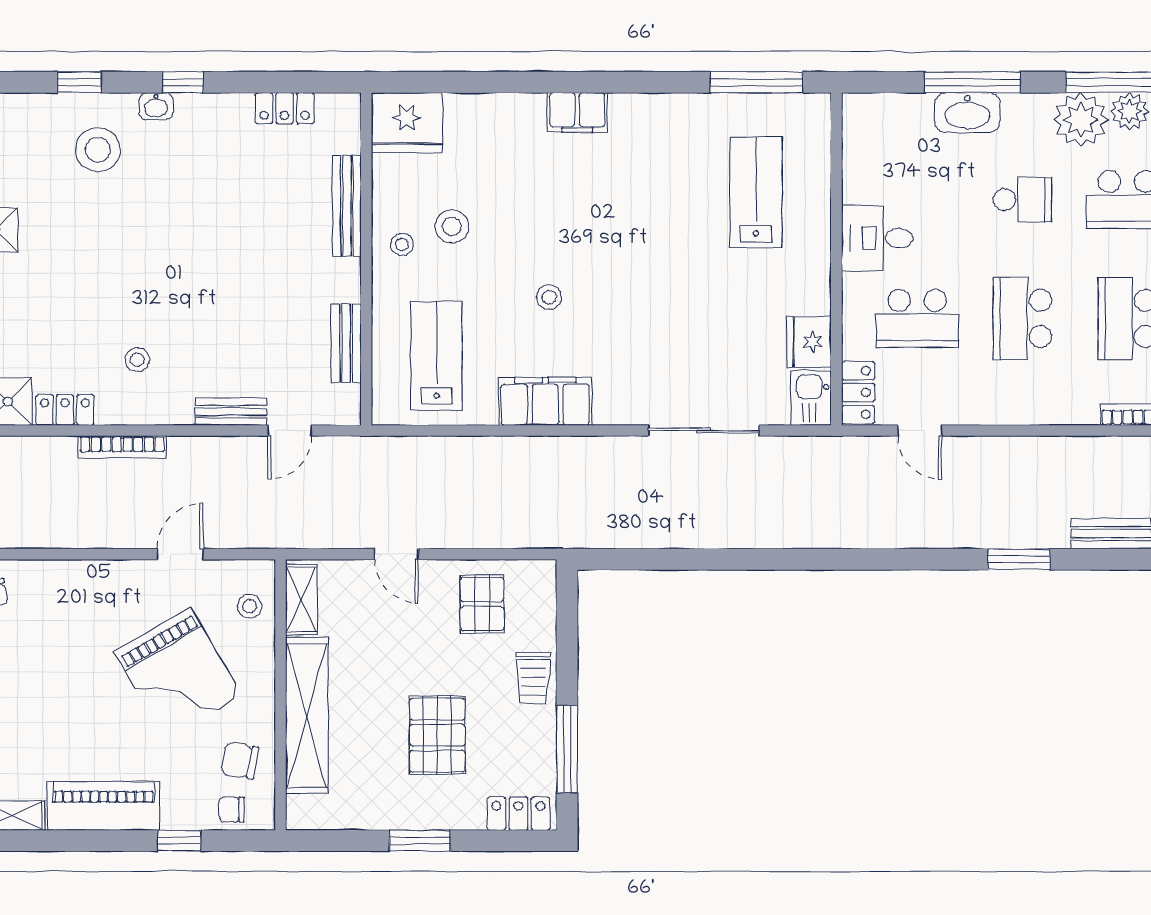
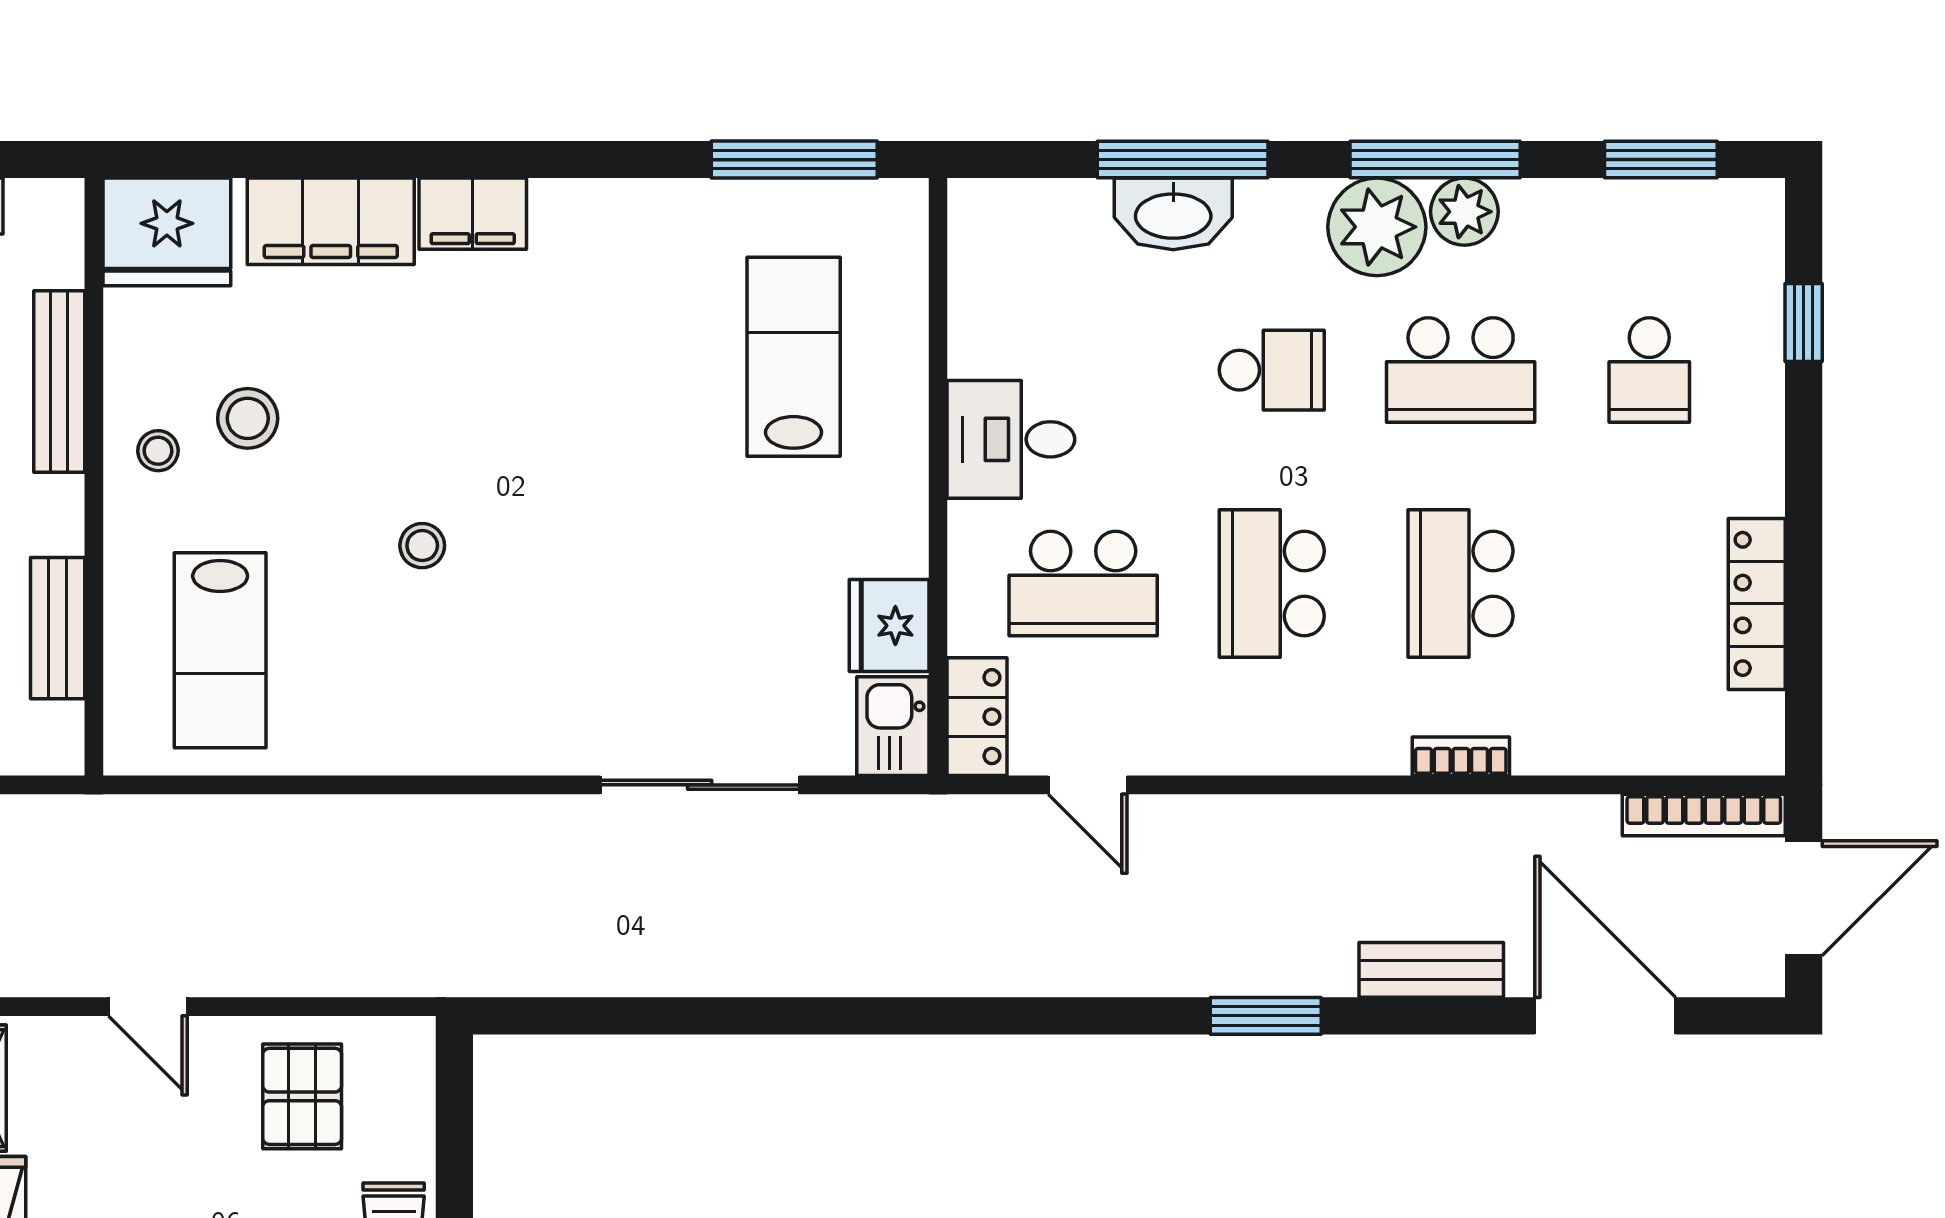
lab bench: (437, 356) -> (220, 650), turned 180
filing cabinet: (545, 401) -> (331, 221), moved, turned 180

